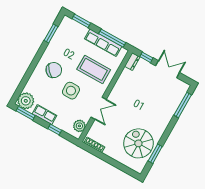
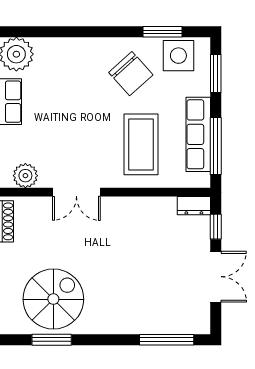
chair: (54, 70) -> (131, 74), moved
side table: (71, 91) -> (178, 56), moved

